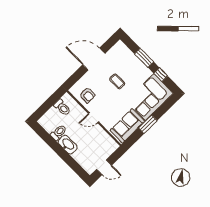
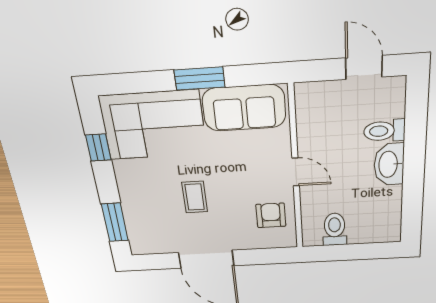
window: (144, 58) -> (115, 222), moved
toilet: (59, 132) -> (384, 131), moved

